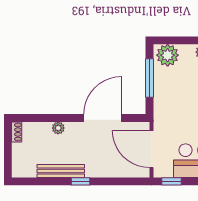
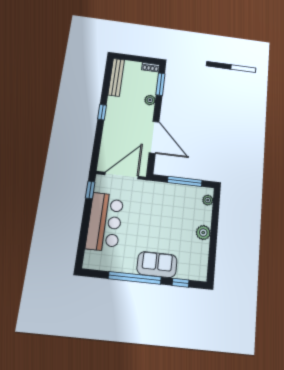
plant: (168, 55) -> (208, 200), width x0.53, depth x0.53
window: (37, 118) -> (160, 84), added
bench: (61, 171) -> (116, 77), moved

